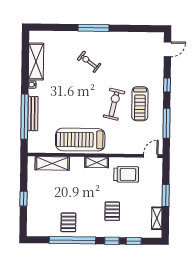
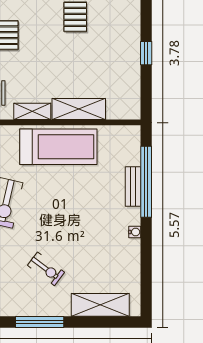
shelving: (36, 62) -> (100, 305), moved, turned 90
bench: (33, 114) -> (133, 187), width x0.73
shelving: (52, 163) -> (79, 109), moved

